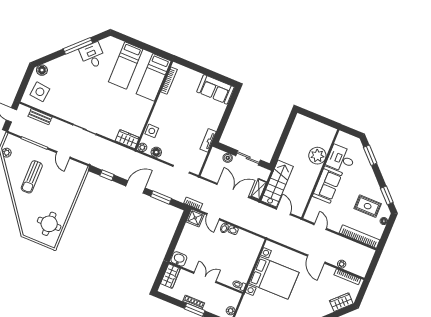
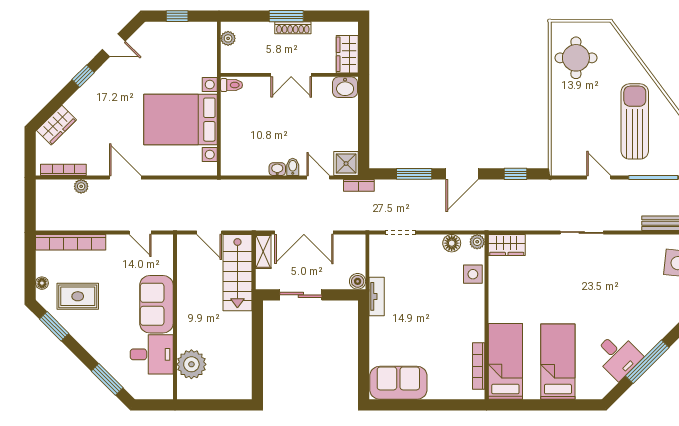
plant: (317, 156) -> (191, 364), moved
boiler: (228, 158) -> (358, 281), moved
sun lounger: (32, 177) -> (635, 121), width x1.36, depth x1.34

